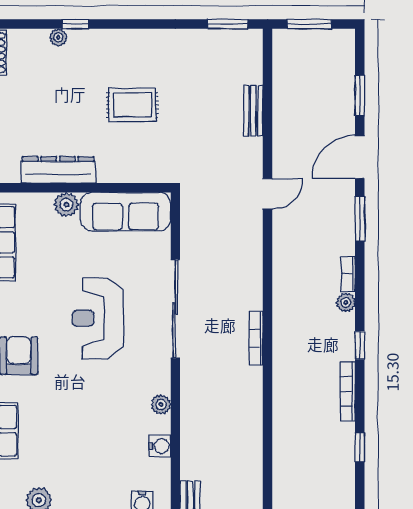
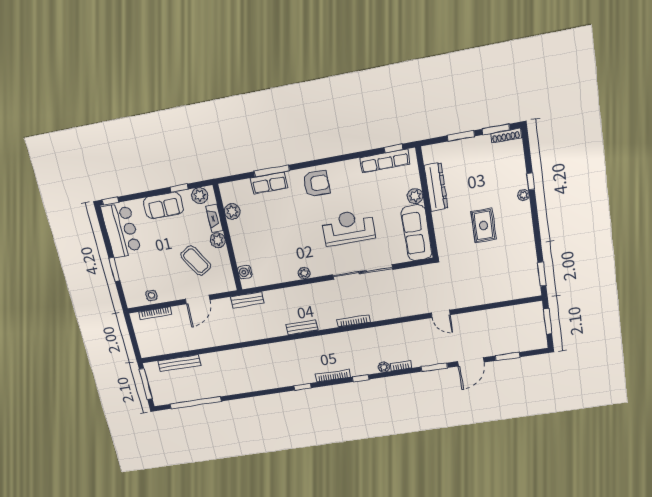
plant: (58, 37) -> (524, 195), moved
bench: (253, 111) -> (302, 327), moved
door: (360, 157) -> (471, 362), swing flipped
water cooler: (160, 446) -> (280, 277), removed

